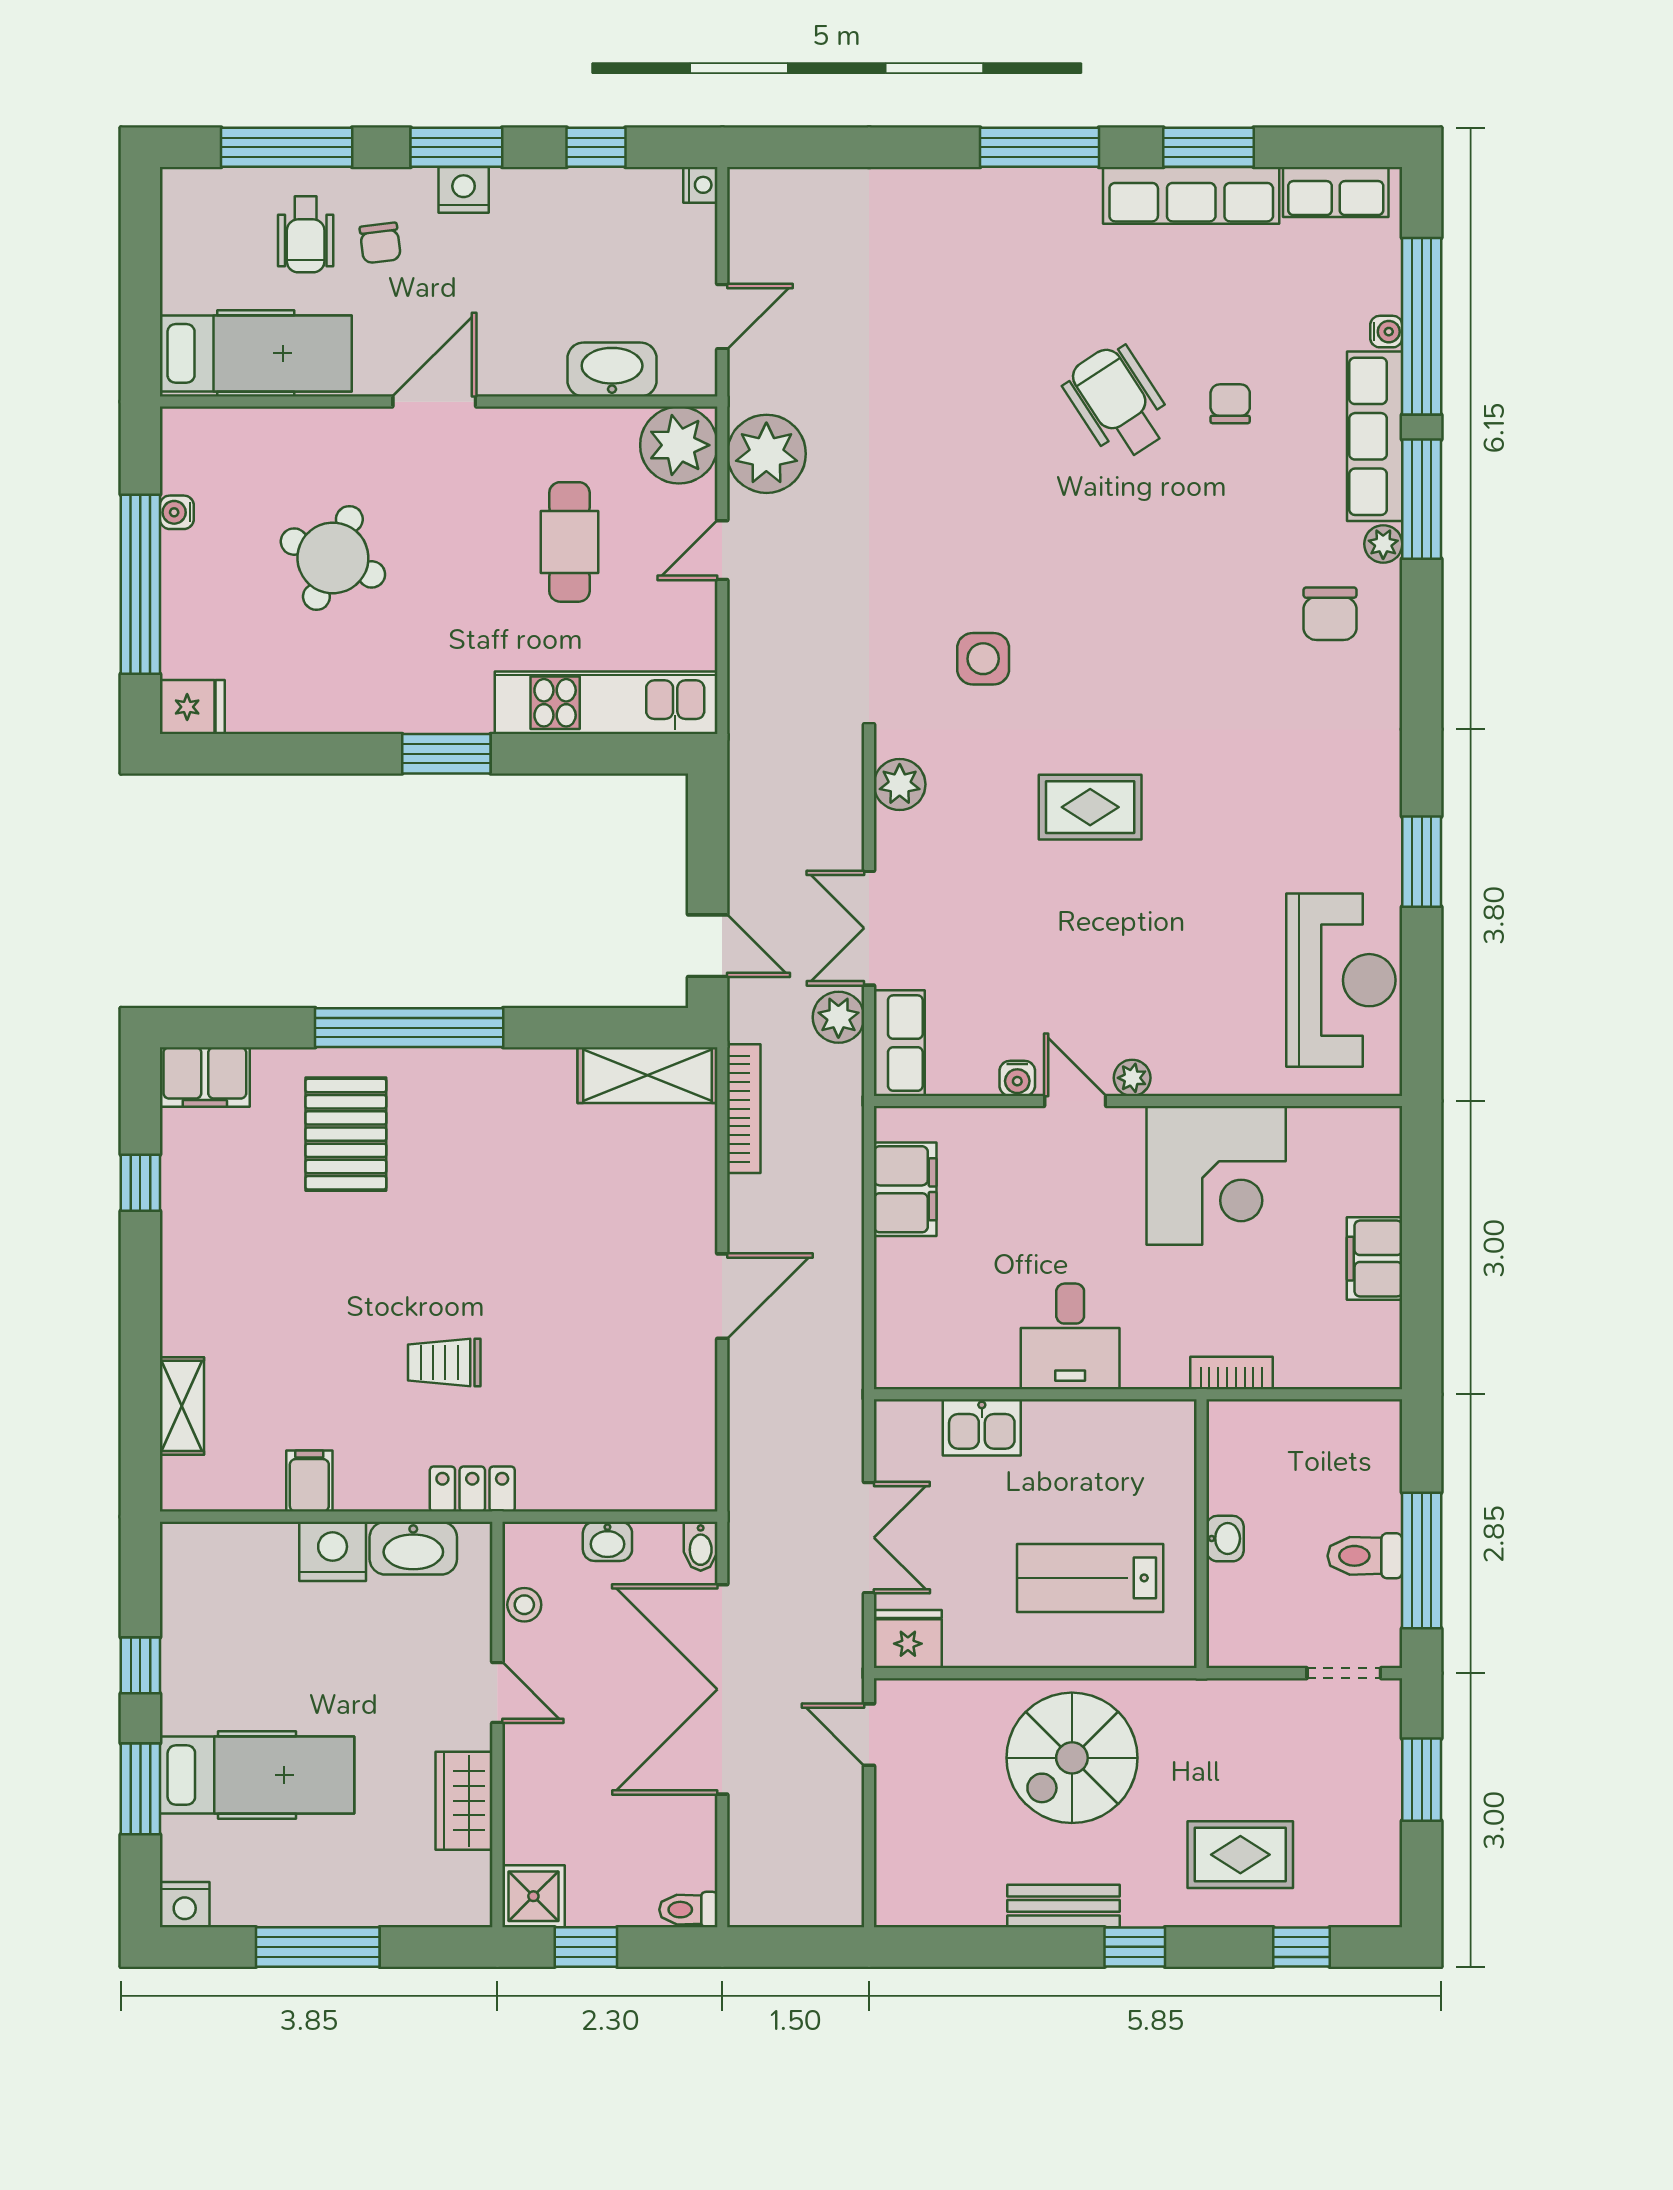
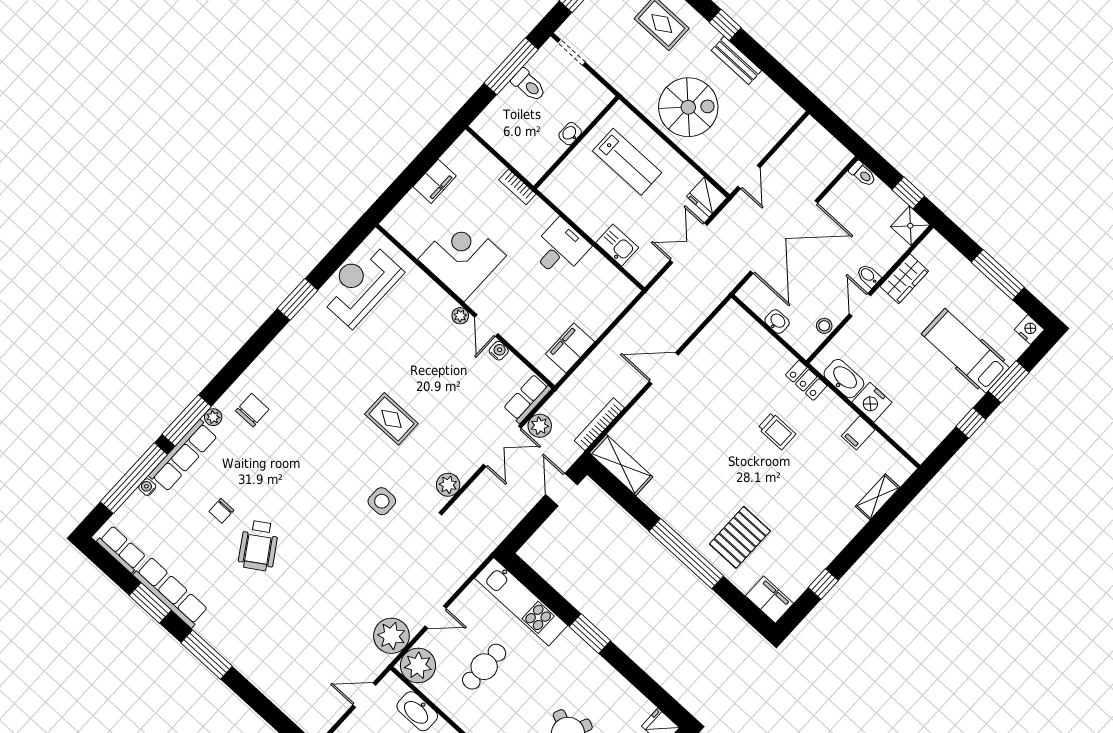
bidet: (701, 1546) -> (869, 276), moved, turned -90

